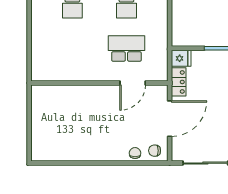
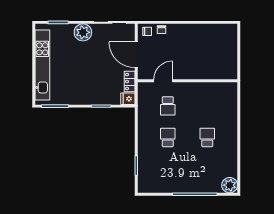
school desk: (126, 49) -> (168, 106), width x0.54
door: (170, 119) -> (136, 55), hinge flipped

